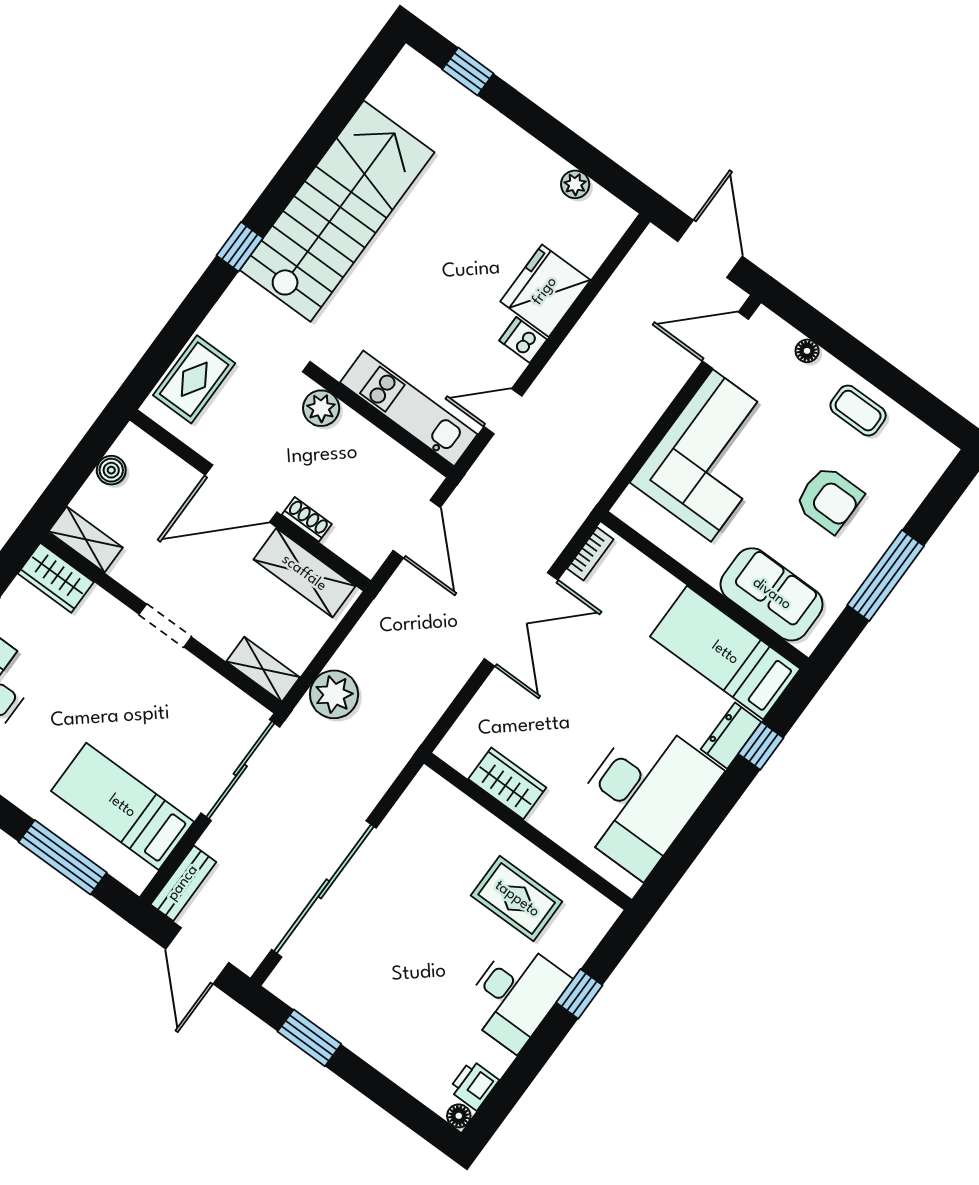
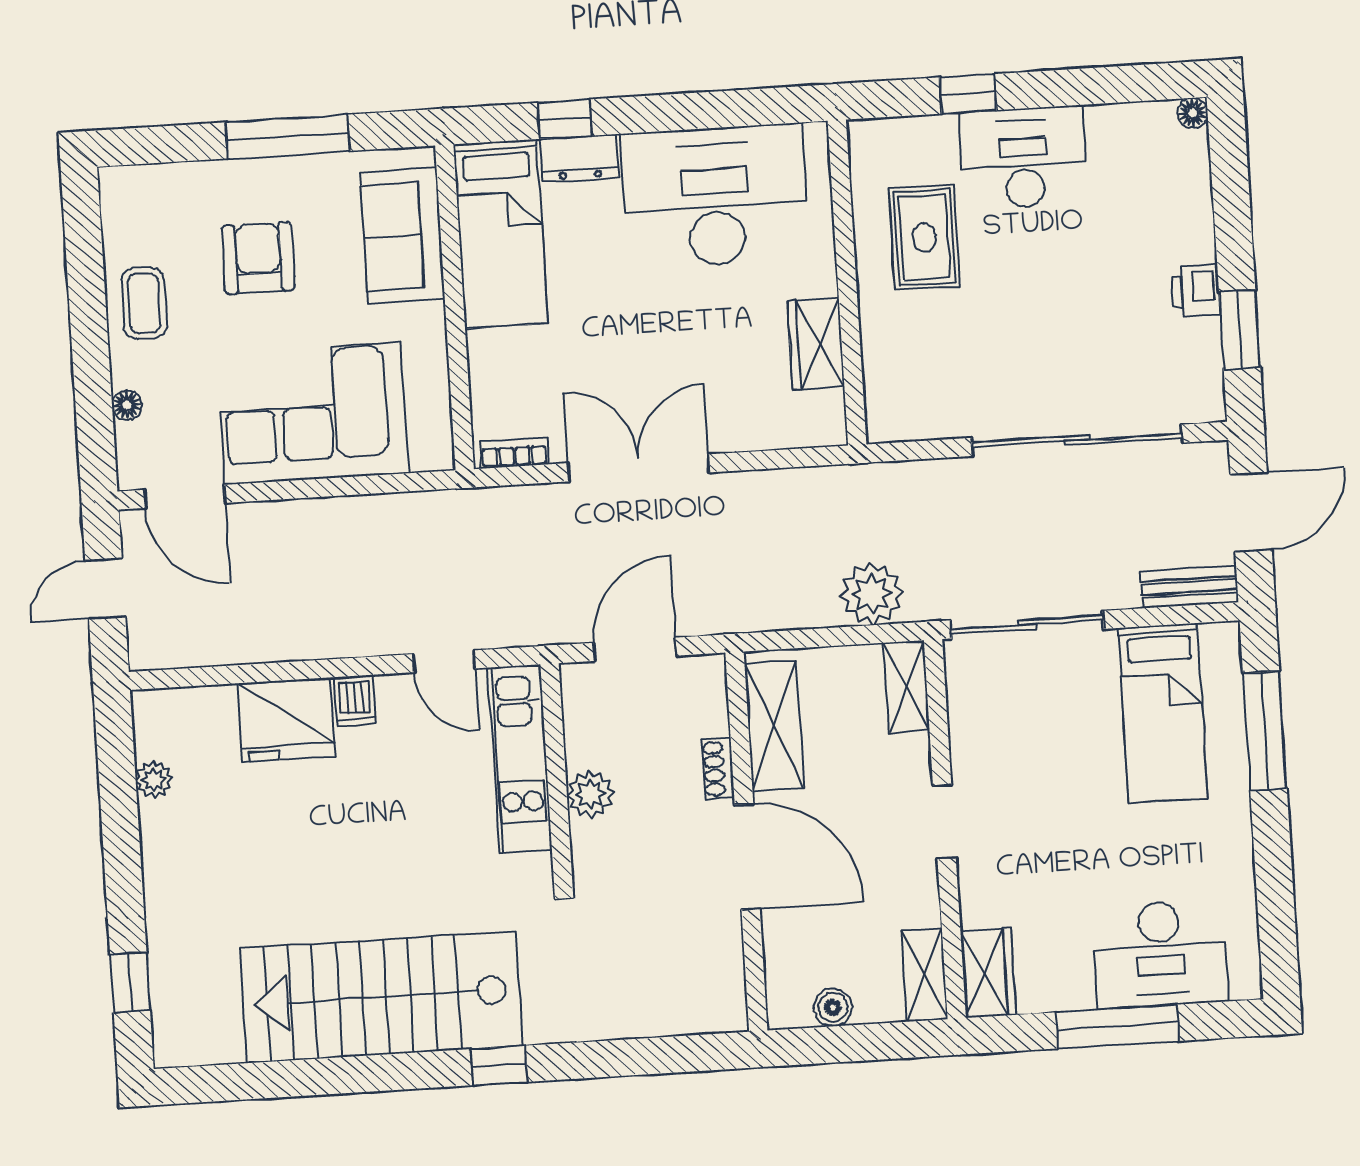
door: (710, 249) -> (105, 589), width x0.73
rug: (194, 379) -> (671, 1000), removed
plant: (321, 408) -> (590, 794), moved
printer: (474, 1085) -> (1196, 291), moved, turned 90

